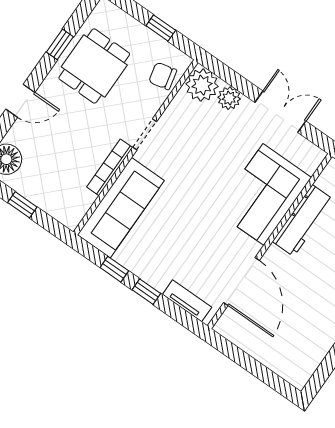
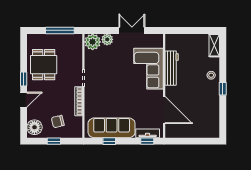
window: (161, 28) -> (60, 30), width x2.17
window: (60, 44) -> (24, 79), moved
chair: (163, 76) -> (58, 122), moved
sofa: (121, 208) -> (112, 128), moved, turned -90
window: (146, 292) -> (147, 141), moved

